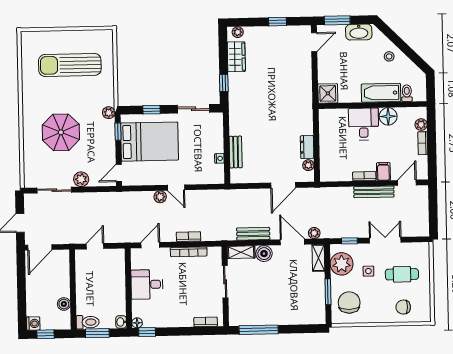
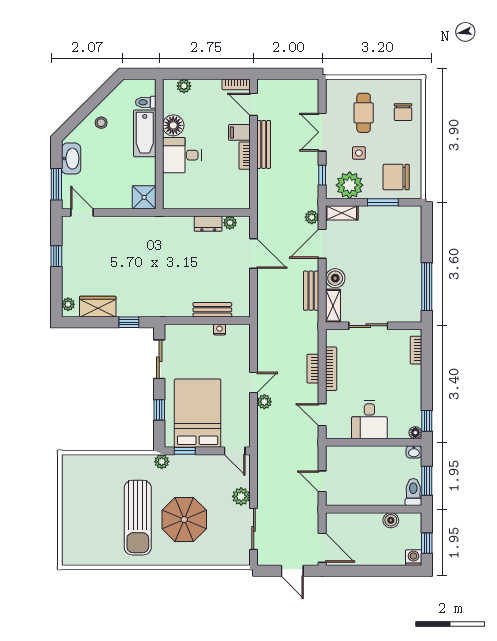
sun lounger: (70, 65) -> (138, 518), moved
bookcase: (423, 143) -> (236, 84), moved

